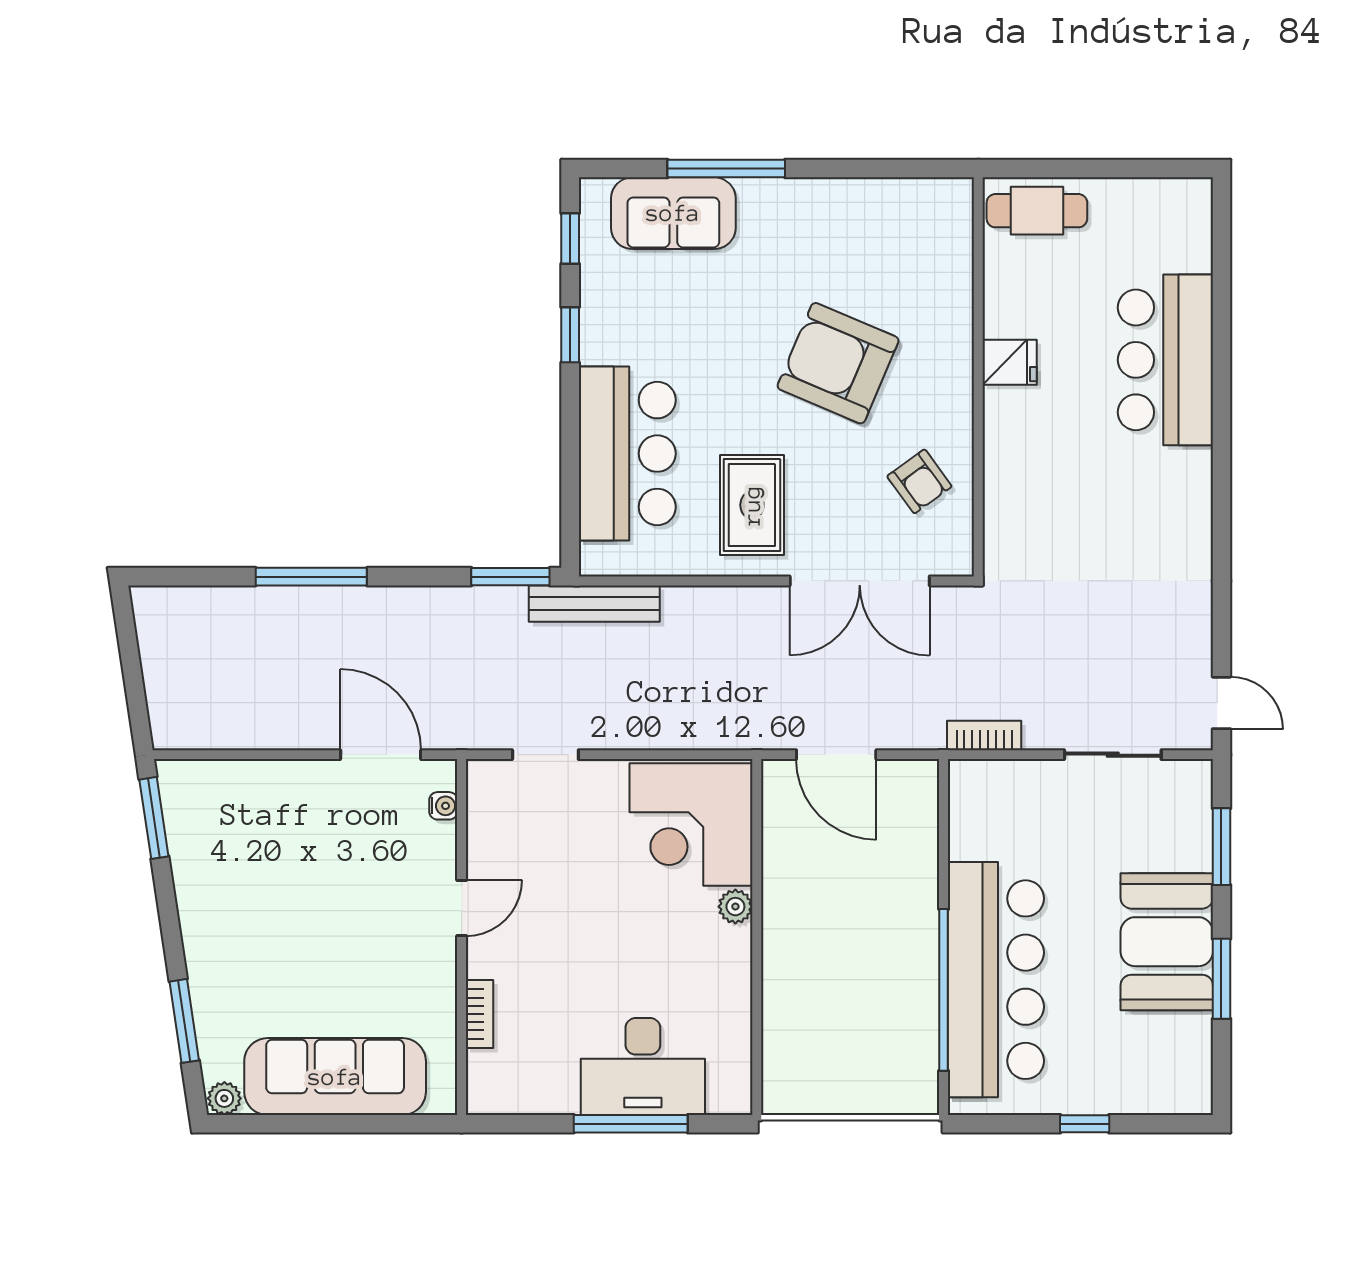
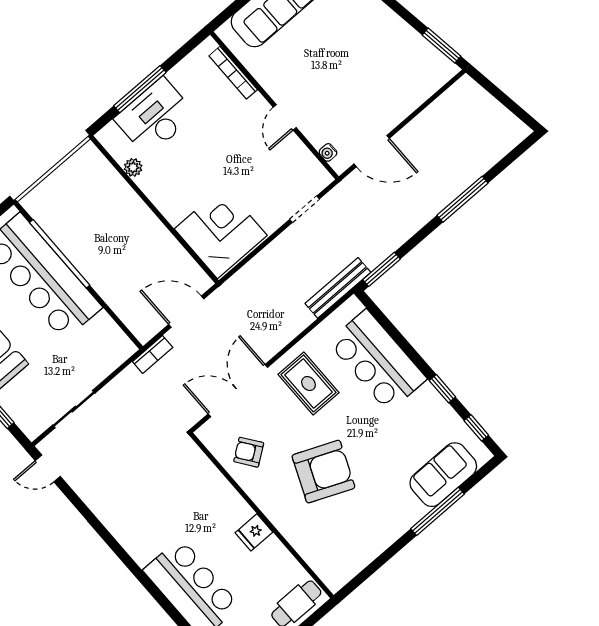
bookcase: (984, 735) -> (153, 354), moved
plant: (735, 907) -> (133, 167), moved
bookcase: (480, 1014) -> (233, 73), width x1.56

